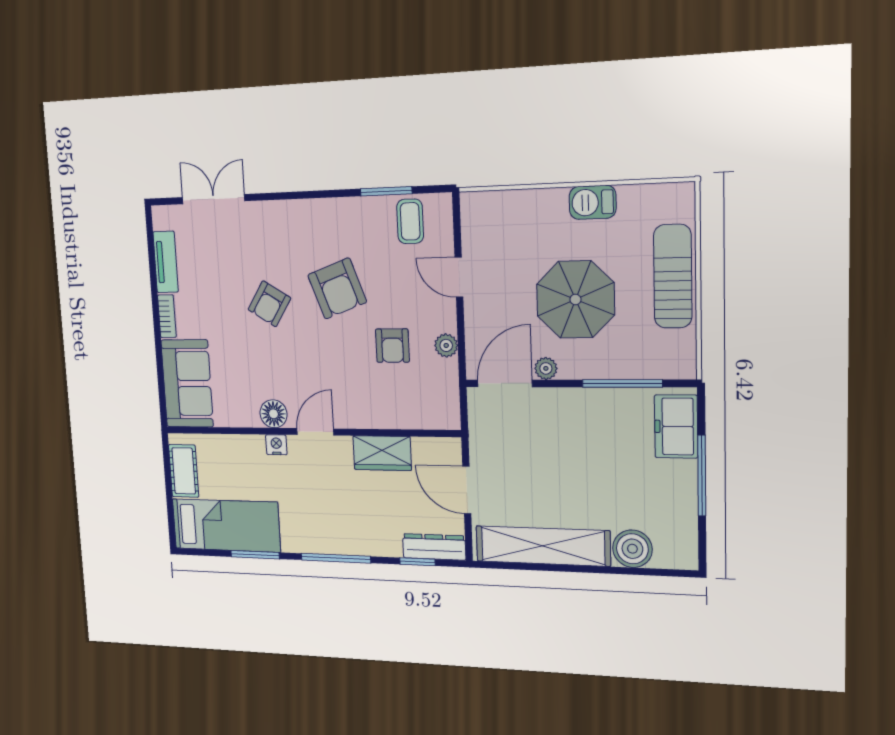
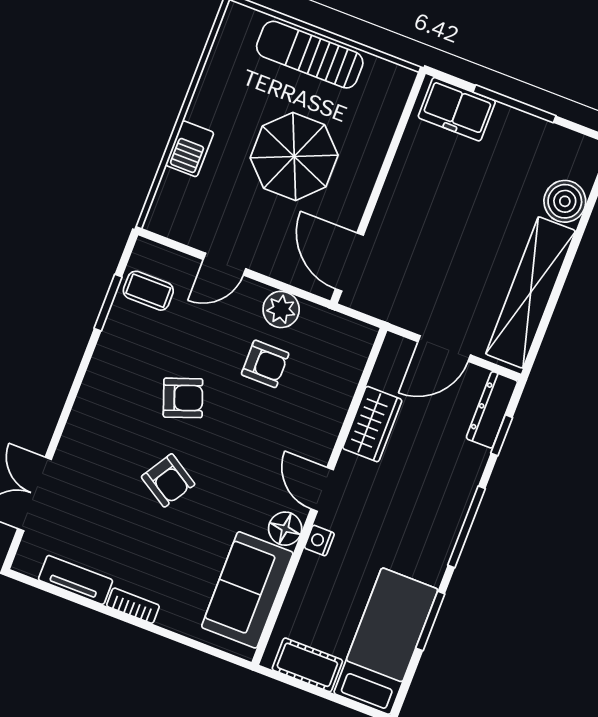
barbecue: (593, 202) -> (190, 149), moved
armchair: (337, 288) -> (183, 398), width x0.72, depth x0.72
plant: (446, 345) -> (281, 309), width x1.38, depth x1.38
plant: (546, 368) -> (351, 214), removed
window: (622, 383) -> (395, 144), removed
sofa: (187, 384) -> (247, 590), moved, turned -90

